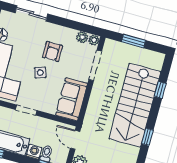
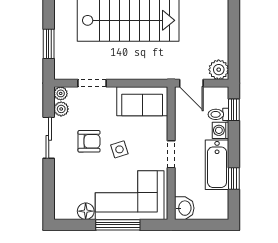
sliding door: (31, 13) -> (49, 138), moved
doorway: (95, 65) -> (92, 83), width x0.73
door: (75, 140) -> (191, 83), hinge flipped

